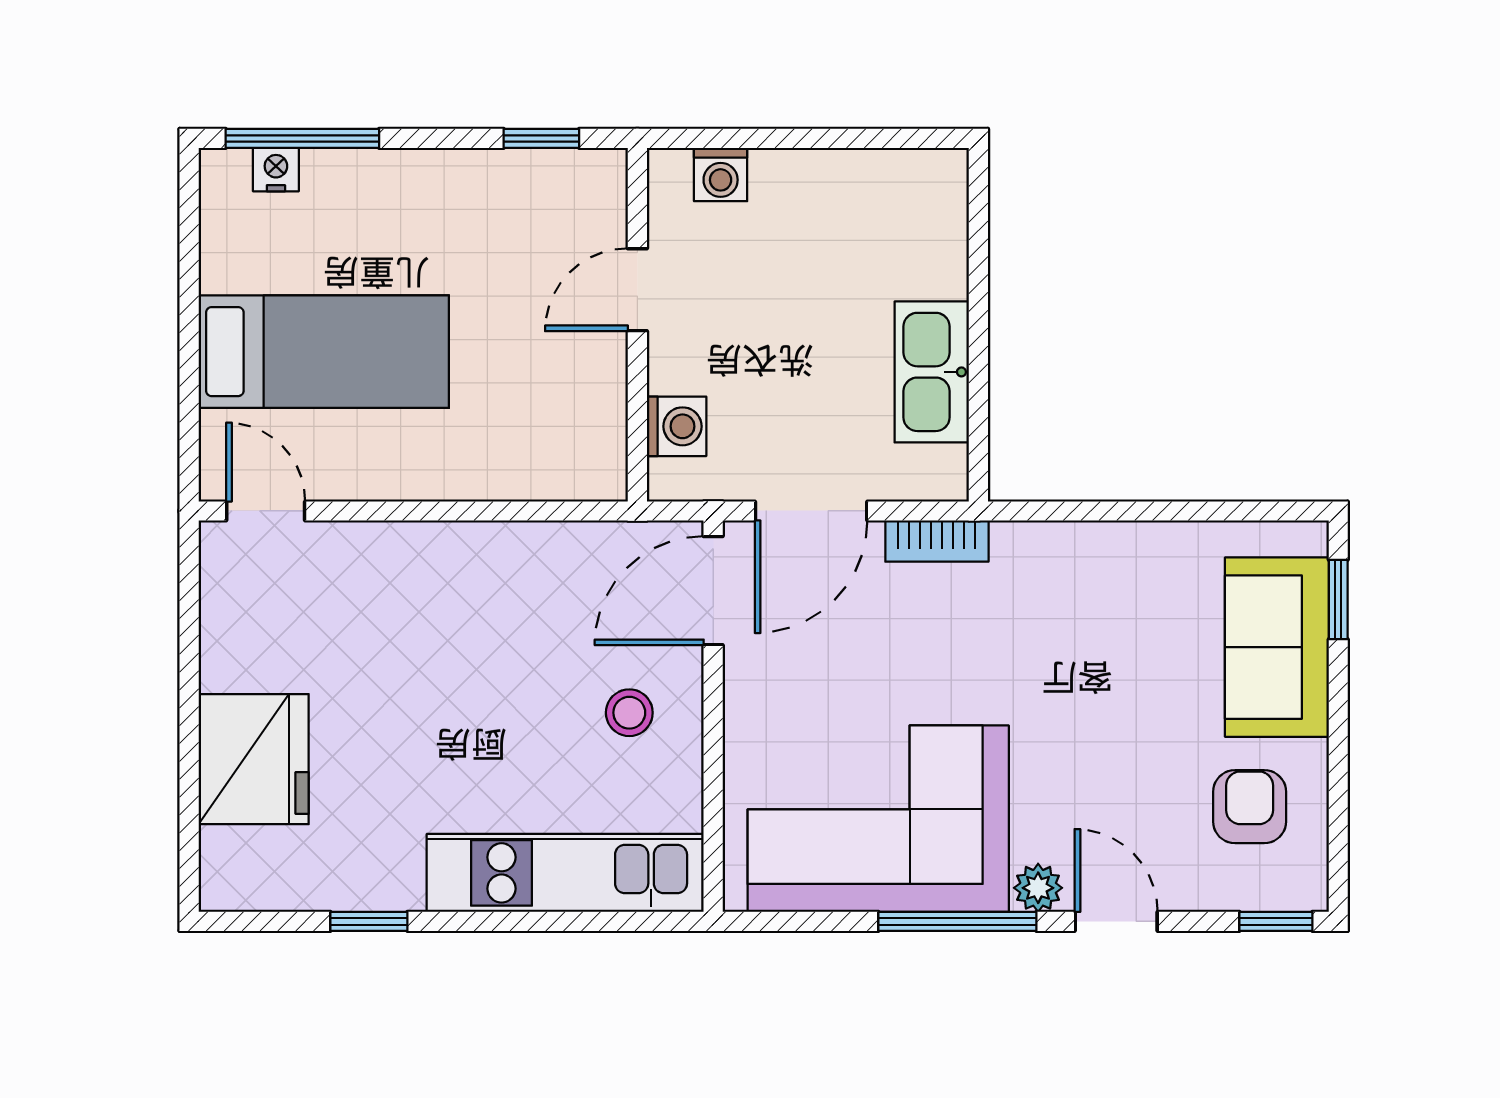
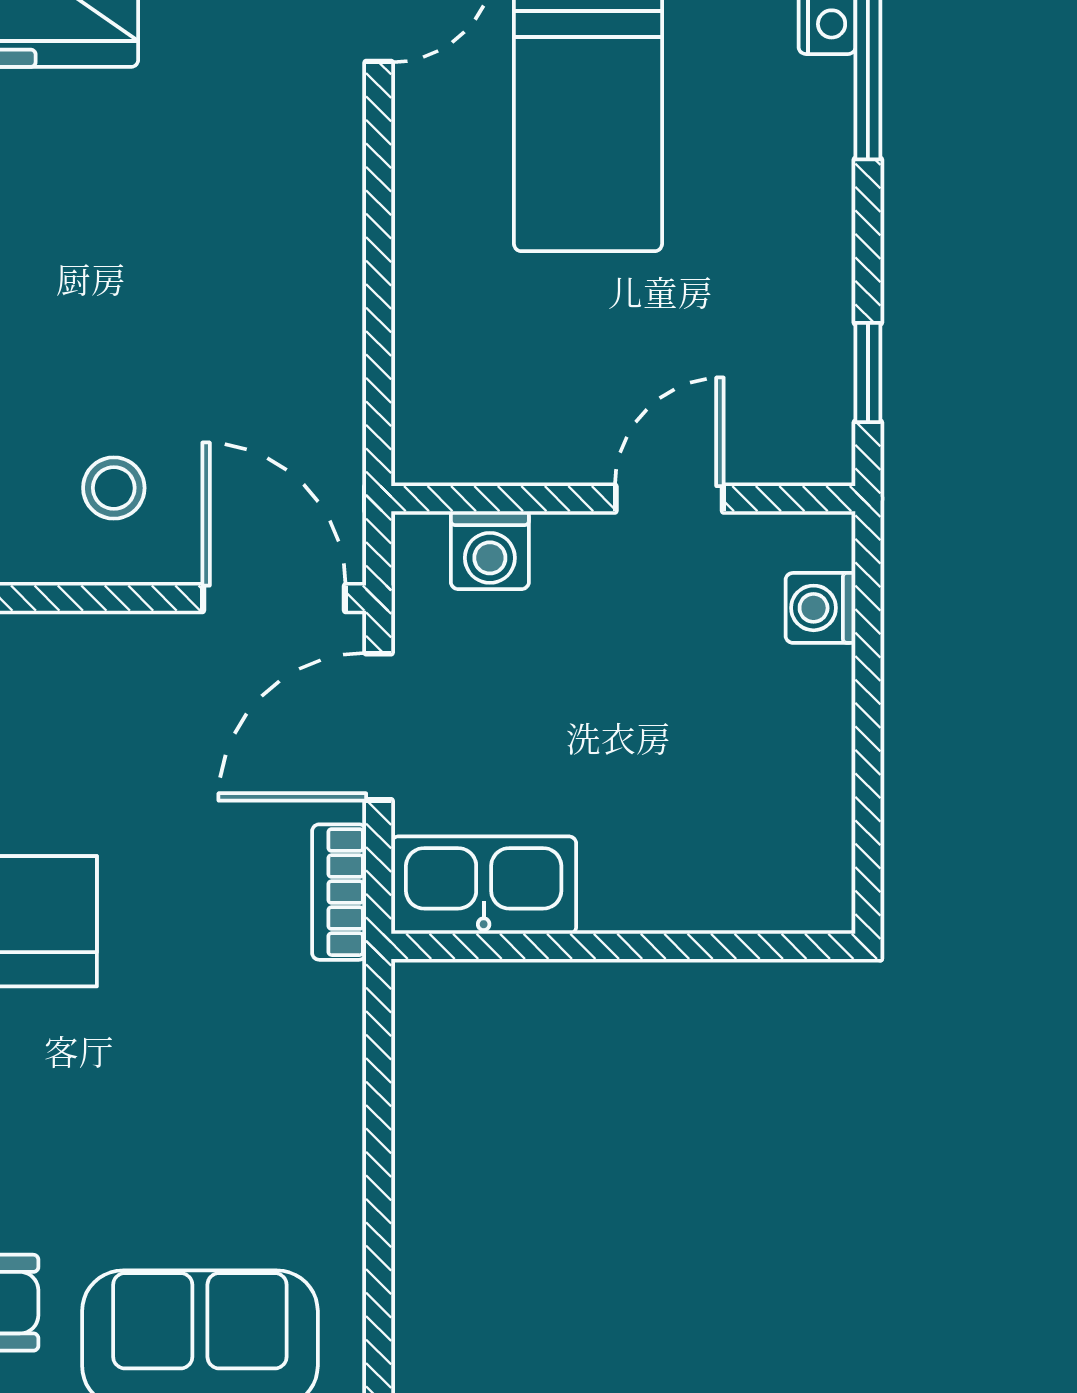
door: (637, 290) -> (669, 499), hinge flipped
kitchen sink: (932, 372) -> (484, 885), moved
door: (811, 511) -> (379, 727), hinge flipped

